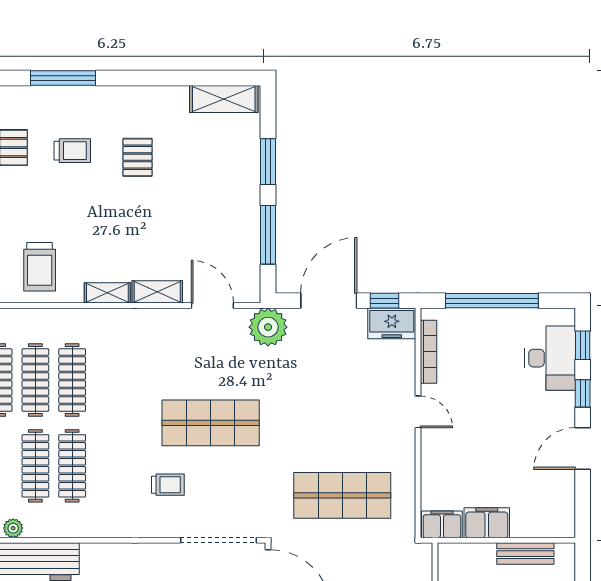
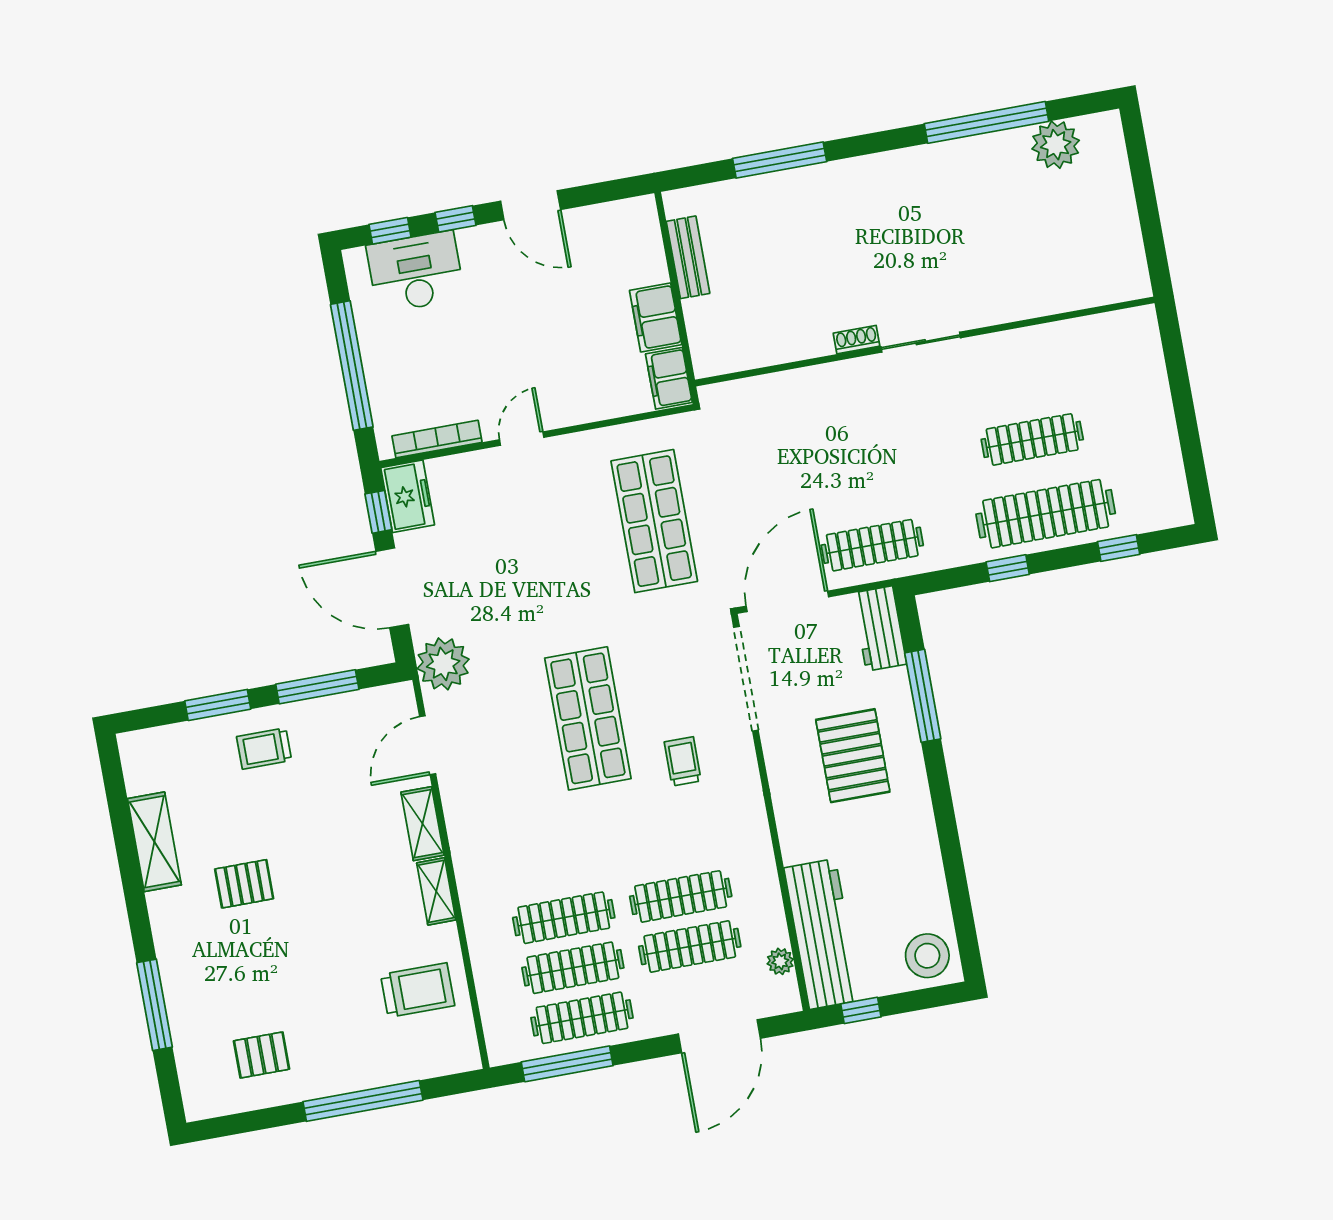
shelving: (224, 99) -> (154, 842), moved
trolley: (72, 151) -> (264, 749), moved, turned -90

